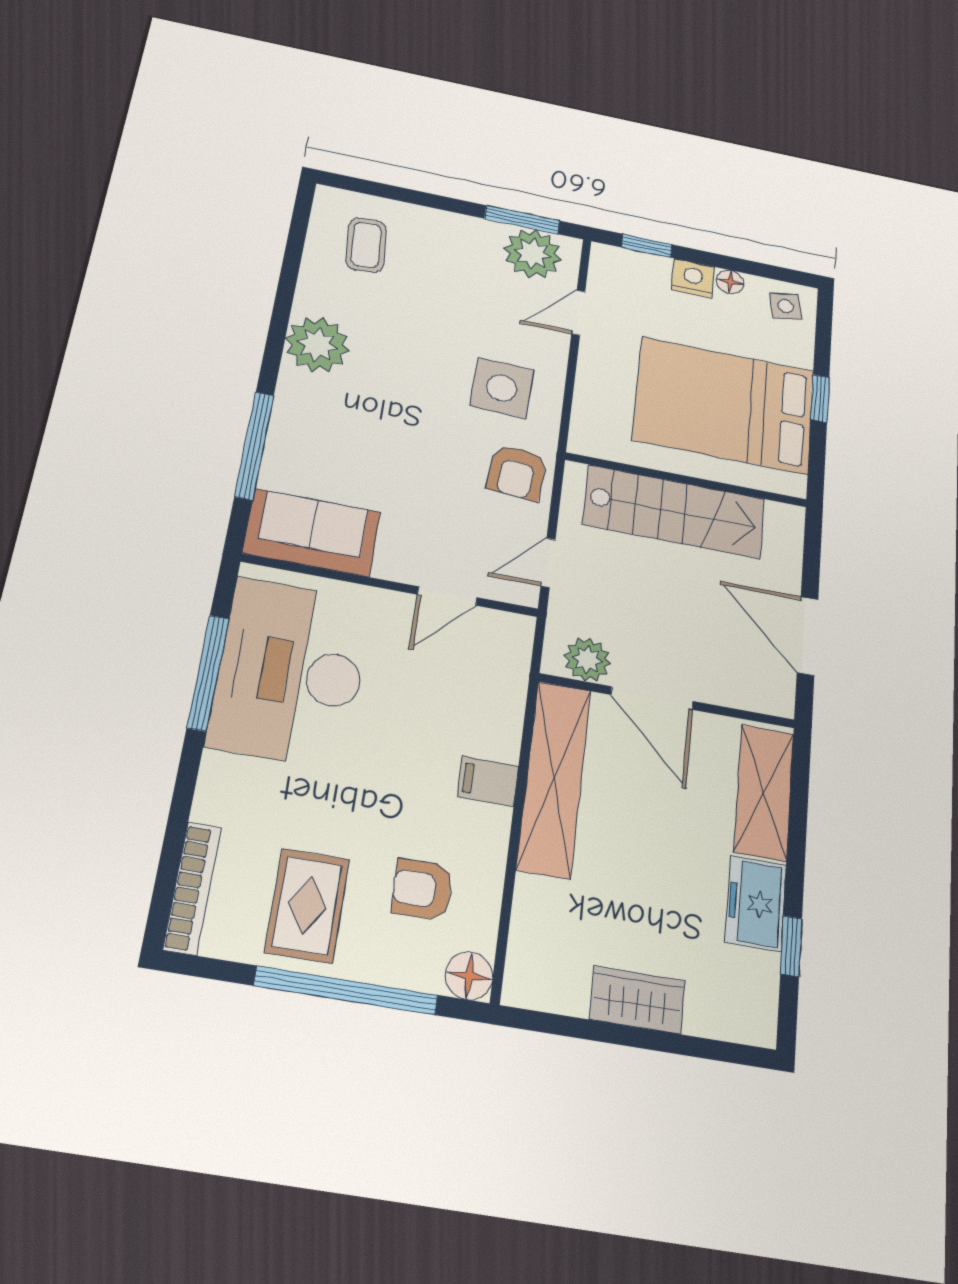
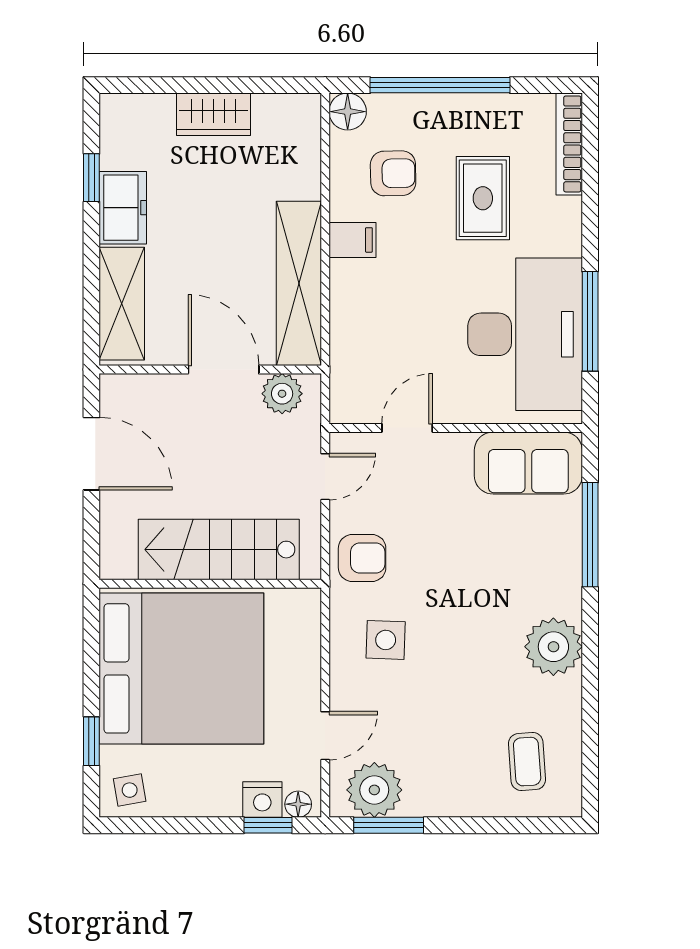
nightstand: (693, 278) -> (262, 800), moved
floor lamp: (730, 282) -> (298, 804), moved
side table: (502, 388) -> (386, 640), width x0.73, depth x0.73
window: (820, 398) -> (91, 741), moved
bed: (724, 405) -> (181, 668), width x1.36
armchair: (517, 472) -> (362, 558), turned 85
filing cabinet: (488, 781) -> (353, 240), moved
rug: (307, 906) -> (483, 198), moved

